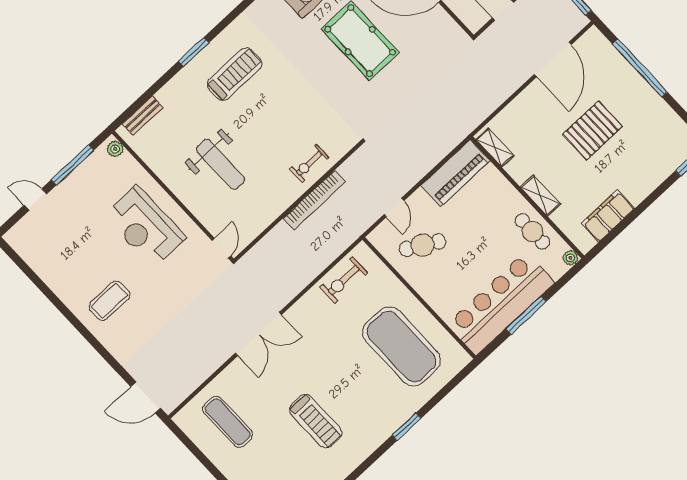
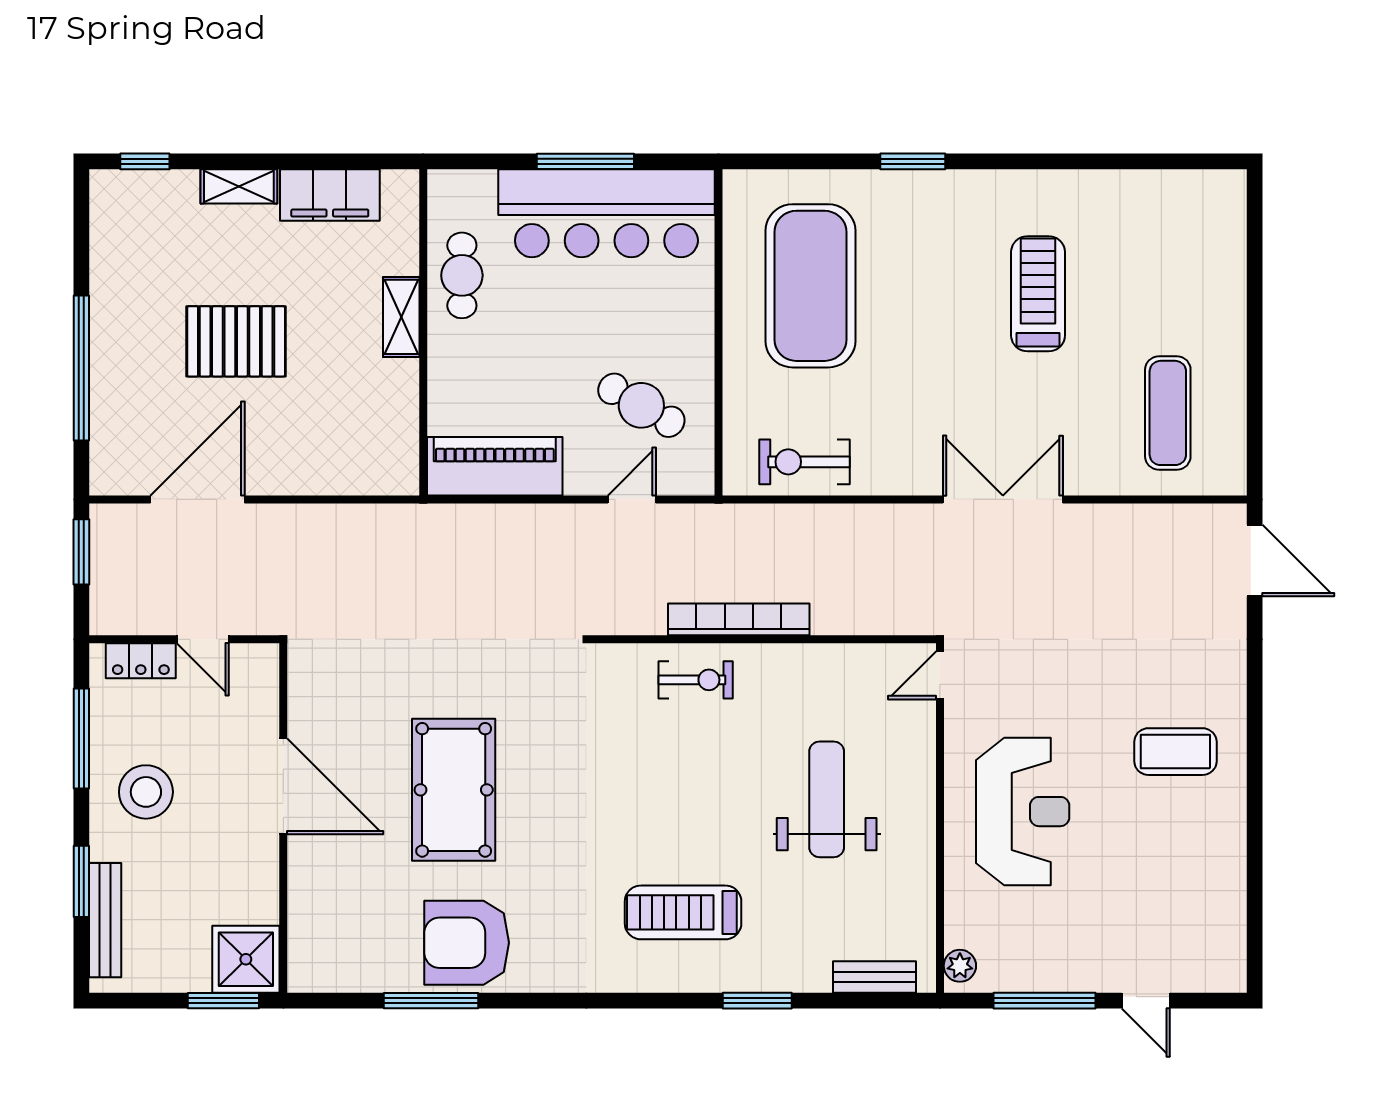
window: (194, 52) -> (757, 1001), moved
shelving: (495, 148) -> (239, 186), moved, turned 90
plant: (570, 258) -> (442, 185), removed
exercise bike: (344, 280) -> (805, 462), turned 180

